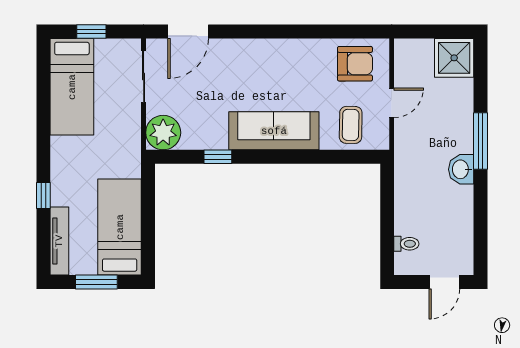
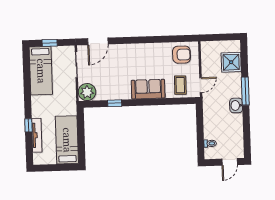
shower: (454, 58) -> (231, 62), moved
door: (392, 103) -> (201, 85), moved
sofa: (274, 131) -> (148, 89), width x0.73
tv unit: (59, 241) -> (37, 135), moved
window: (96, 282) -> (56, 168), removed

